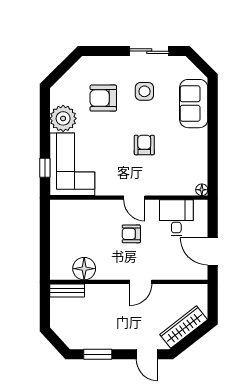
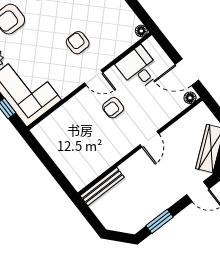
armchair: (144, 145) -> (78, 43), moved
floor lamp: (84, 269) -> (190, 98), moved, width x0.53, depth x0.53
bench: (67, 290) -> (102, 187), width x1.36

